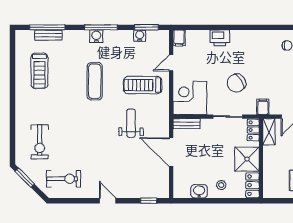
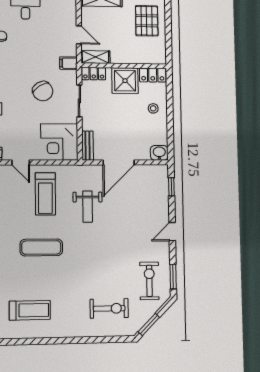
weight bench: (131, 123) -> (88, 207), turned -90
washbasin: (199, 191) -> (159, 153), moved, turned 90
window: (67, 201) -> (173, 277), added

